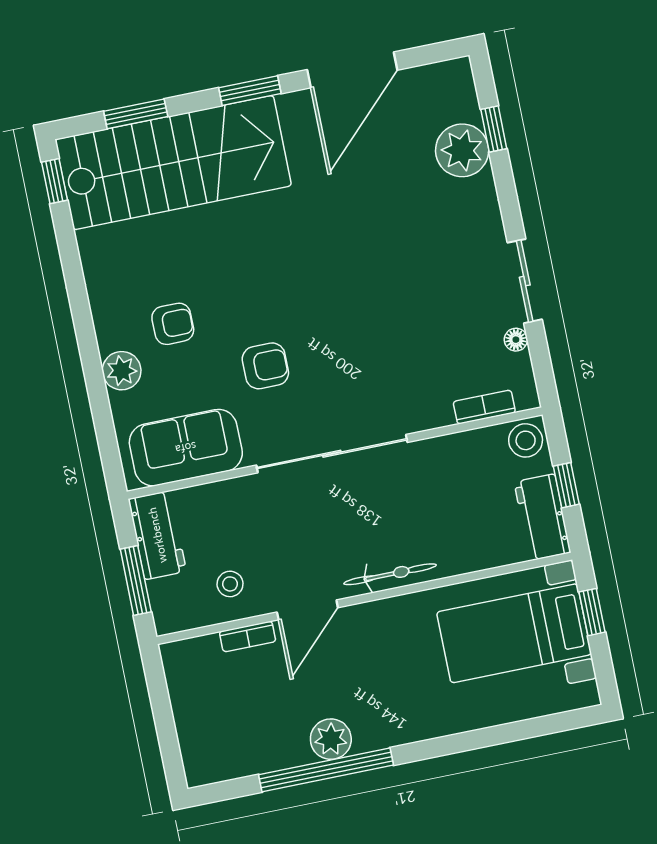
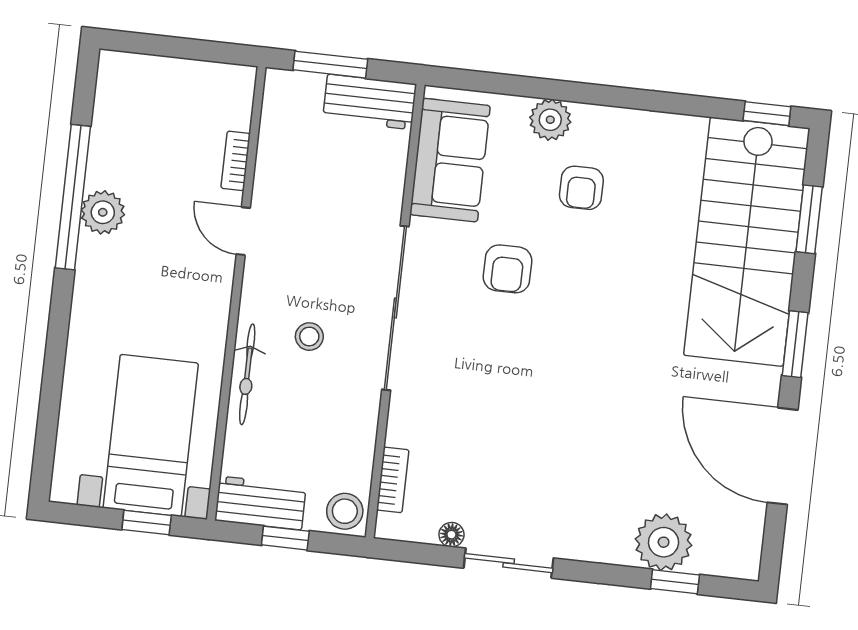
bicycle: (390, 574) -> (247, 374), moved
stool: (230, 584) -> (309, 337), moved
door: (307, 610) -> (243, 231), width x0.73

